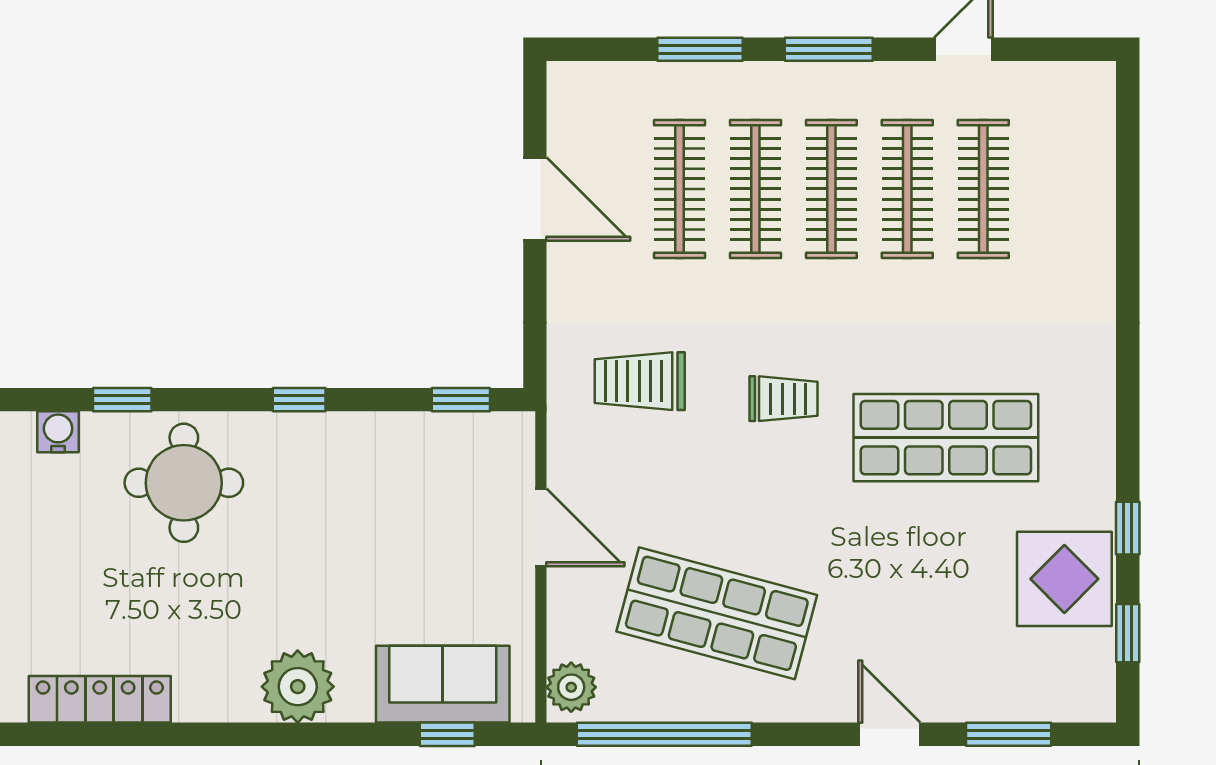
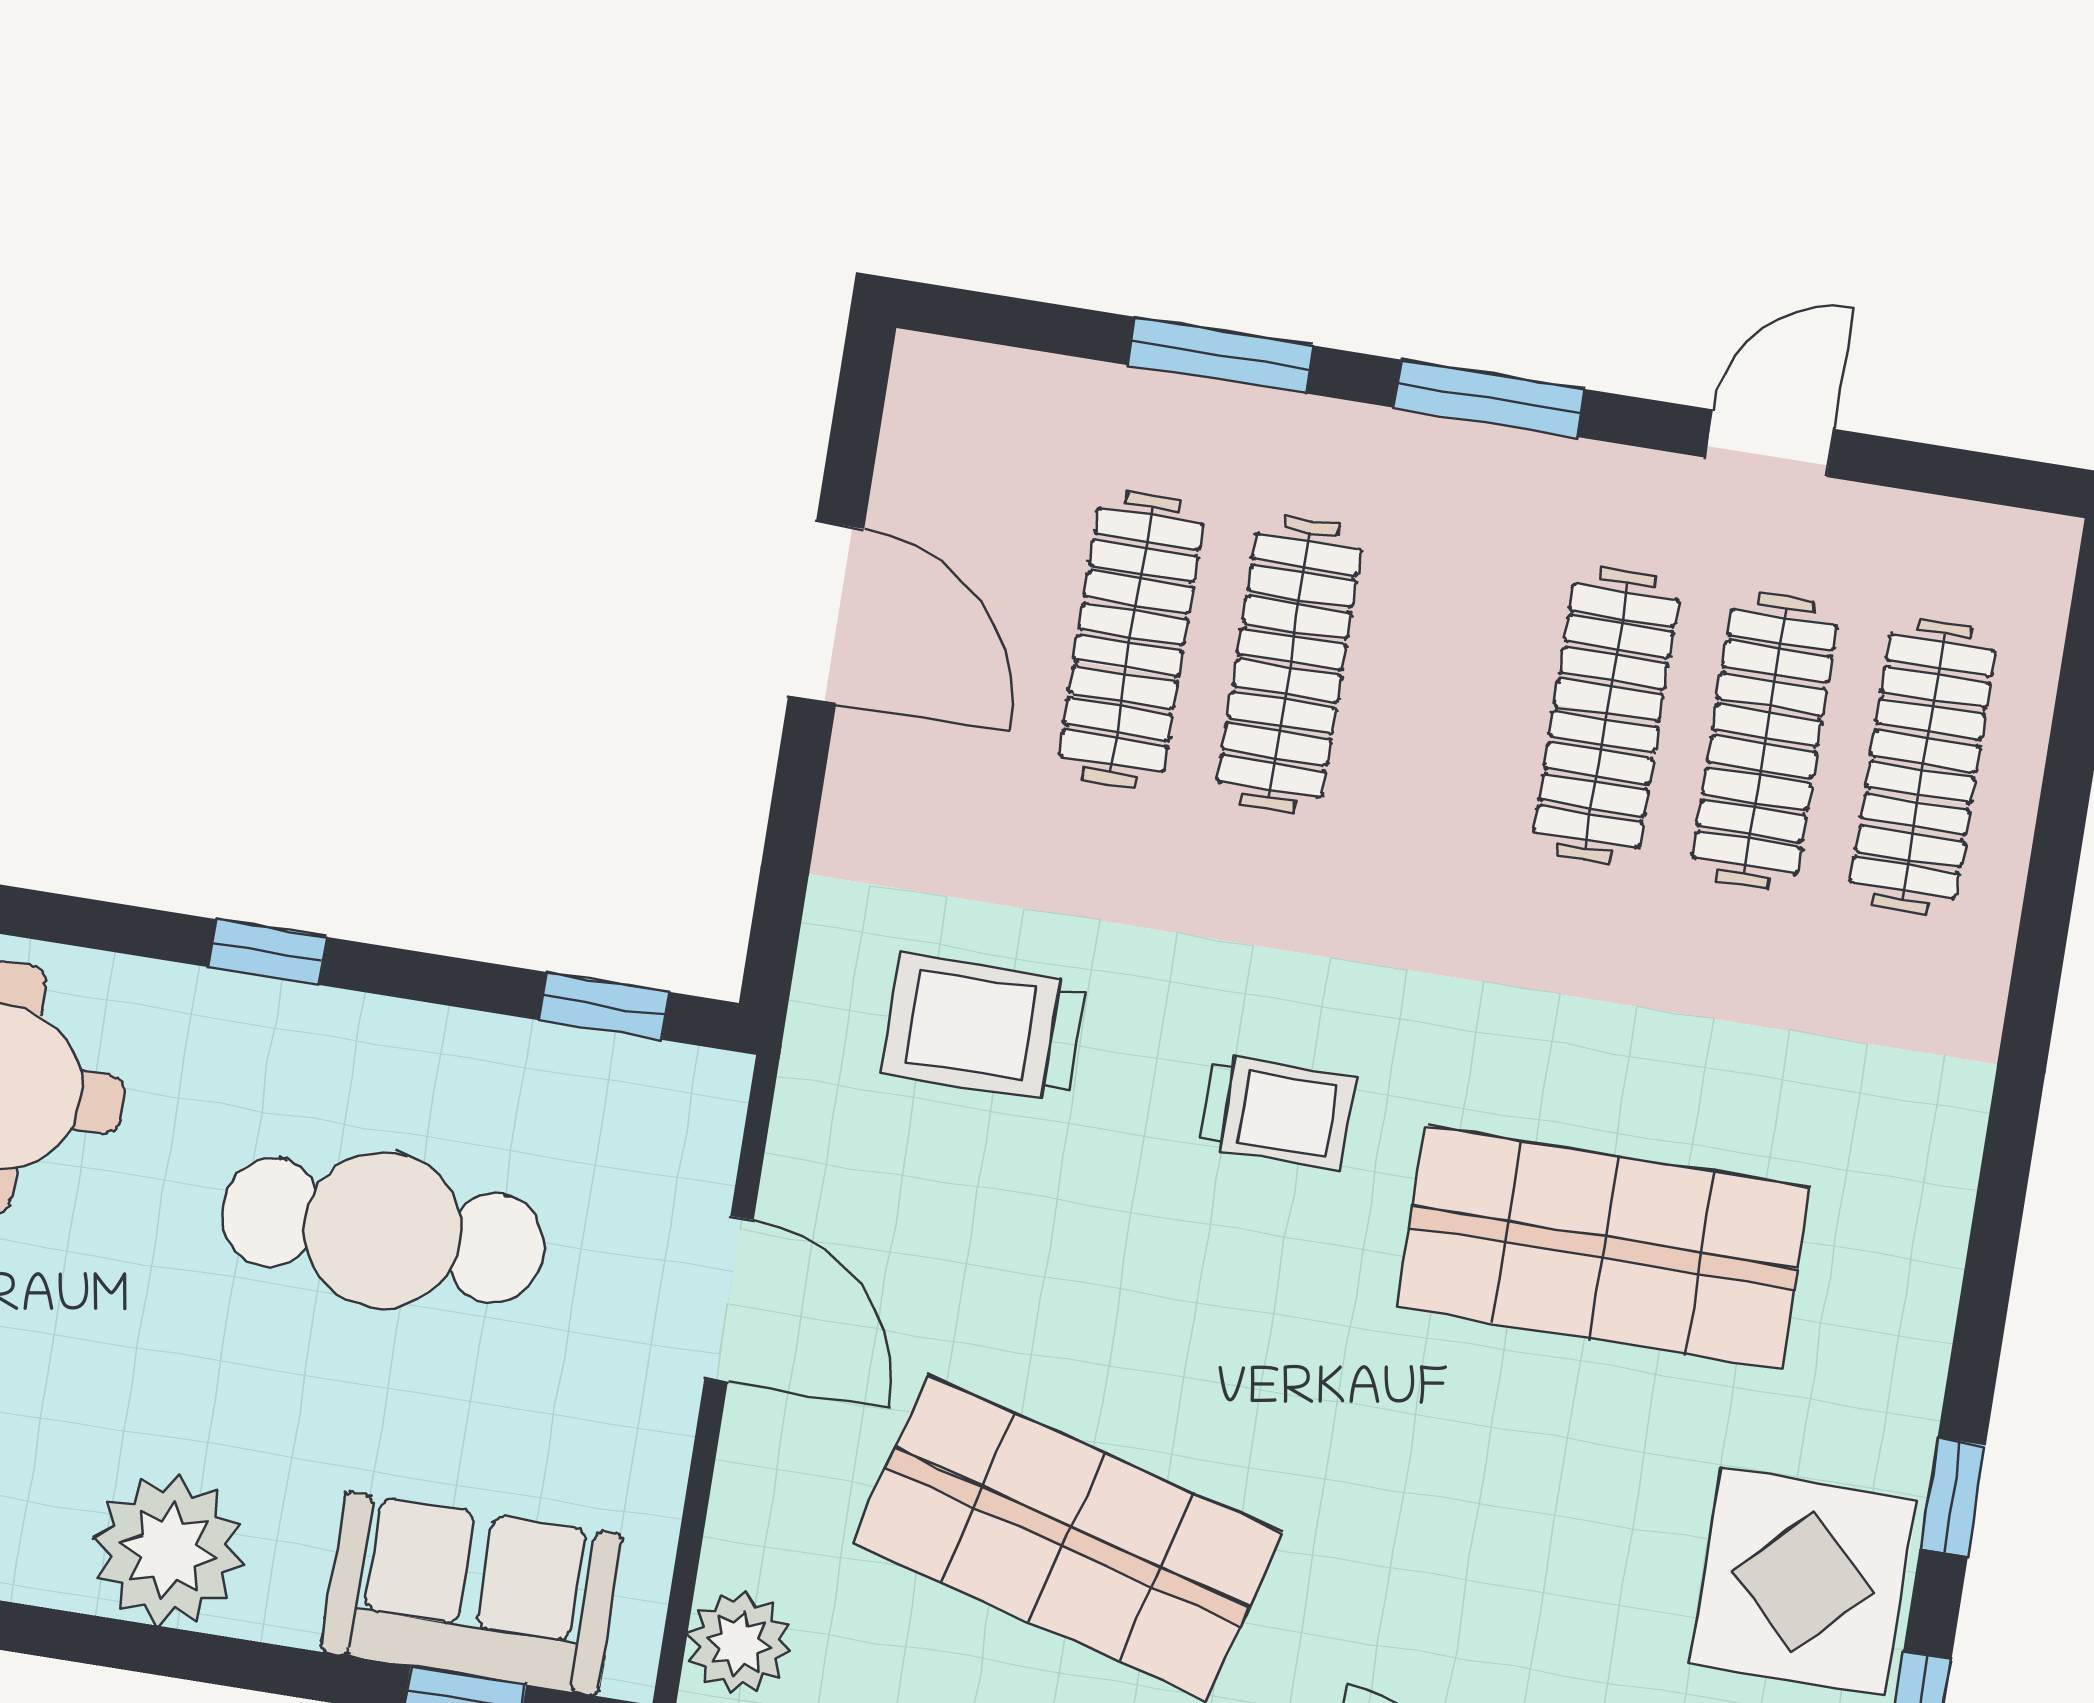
clothes rail: (831, 189) -> (1923, 767), moved
cafe table: (374, 521) -> (383, 1230), added

